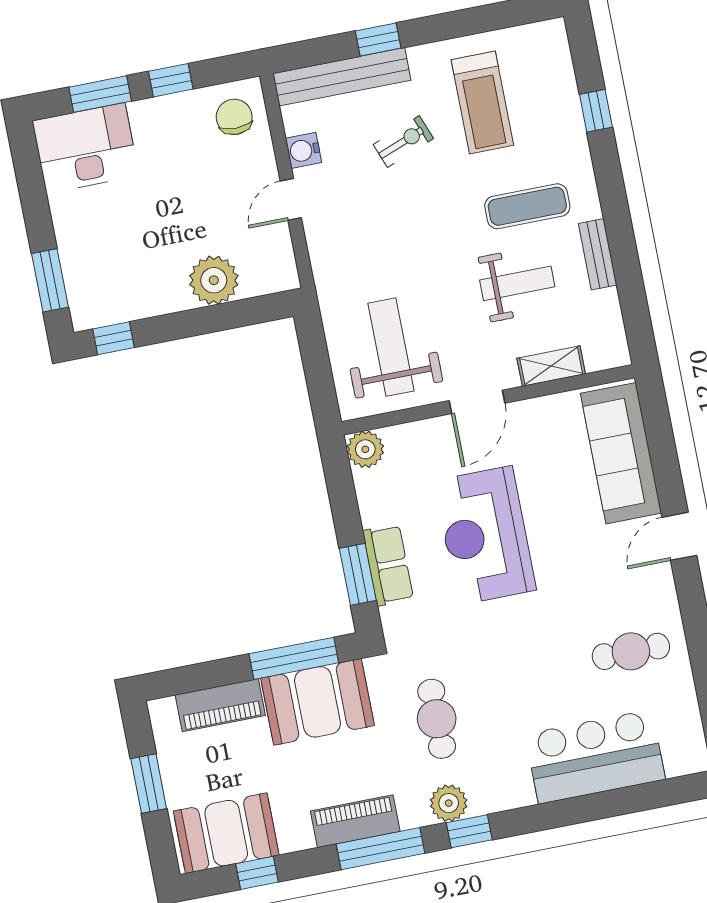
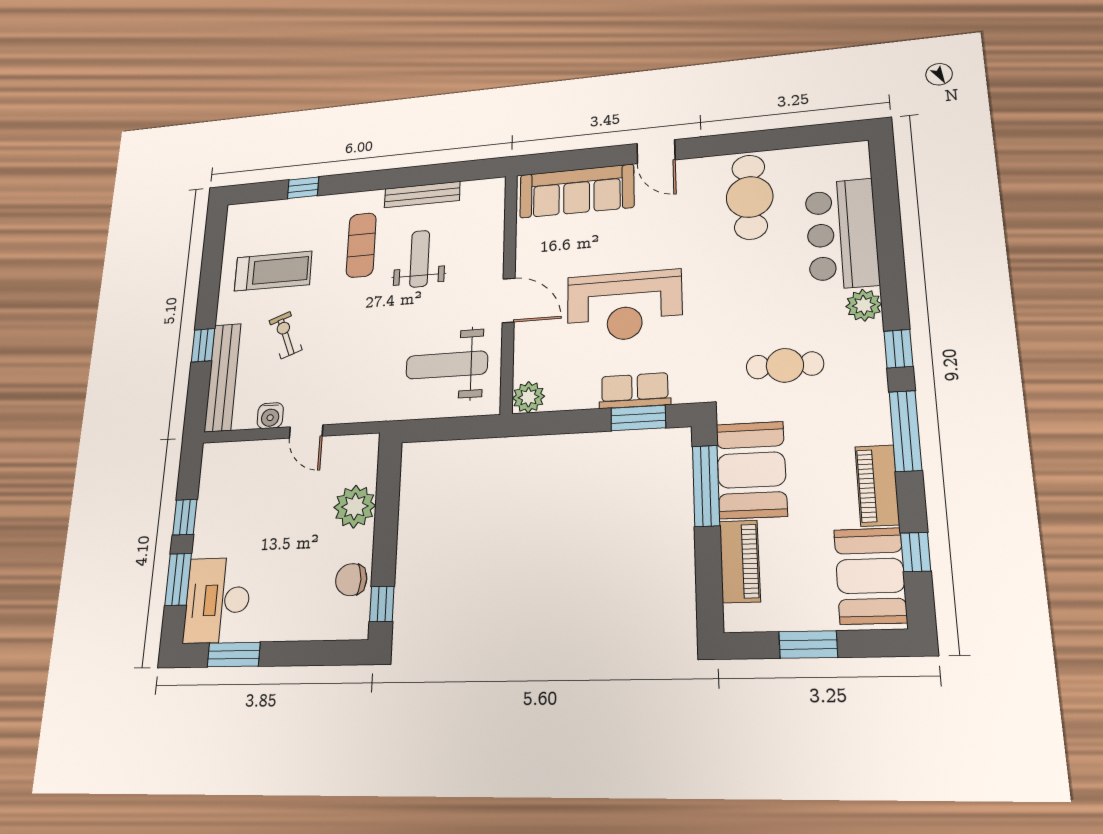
chair: (234, 117) -> (351, 580), moved
bench: (598, 254) -> (422, 195), width x1.36
window: (50, 280) -> (234, 655), moved
shelving: (551, 366) -> (493, 239), removed
cafe table: (631, 651) -> (750, 197), width x1.37, depth x1.35
plant: (449, 803) -> (864, 305), moved
piano: (355, 821) -> (877, 485), moved

